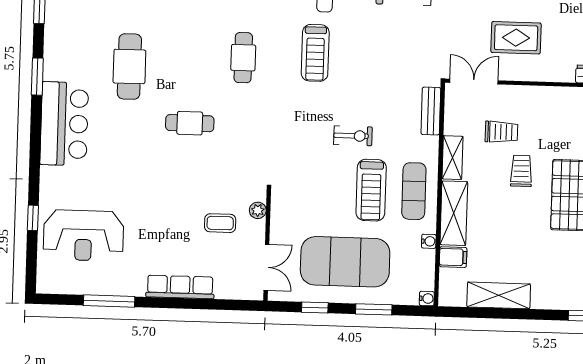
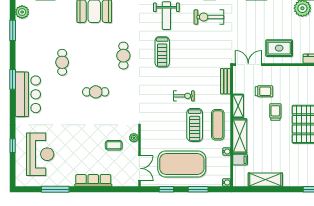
rug: (516, 38) -> (279, 48), moved
cafe table: (129, 66) -> (62, 62), width x0.73, depth x0.74
window: (37, 77) -> (13, 79), moved
reception desk: (83, 235) -> (40, 154), turned -90

